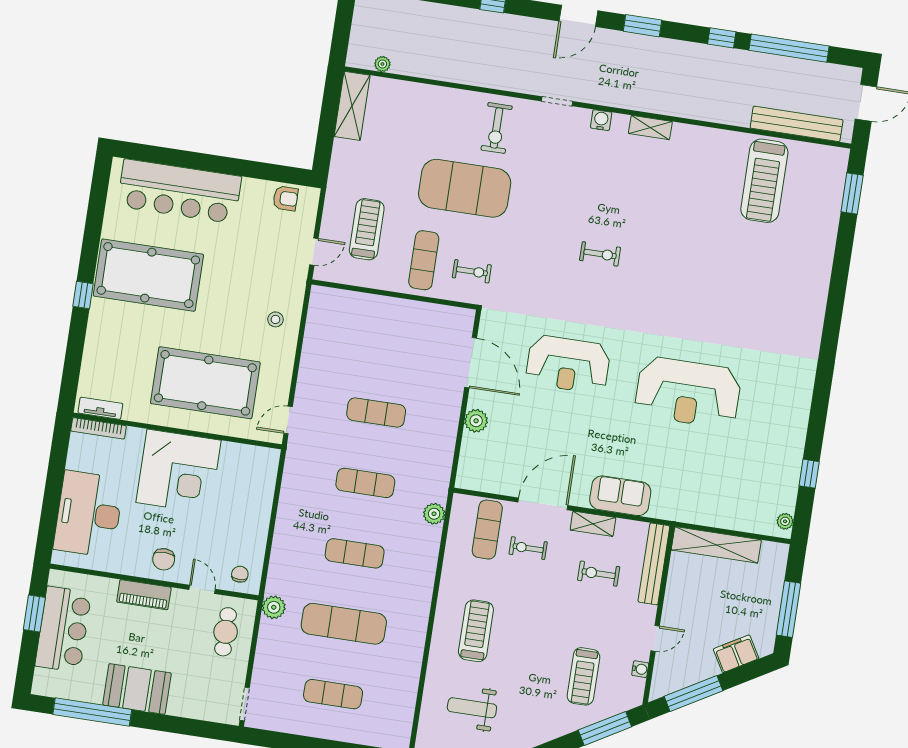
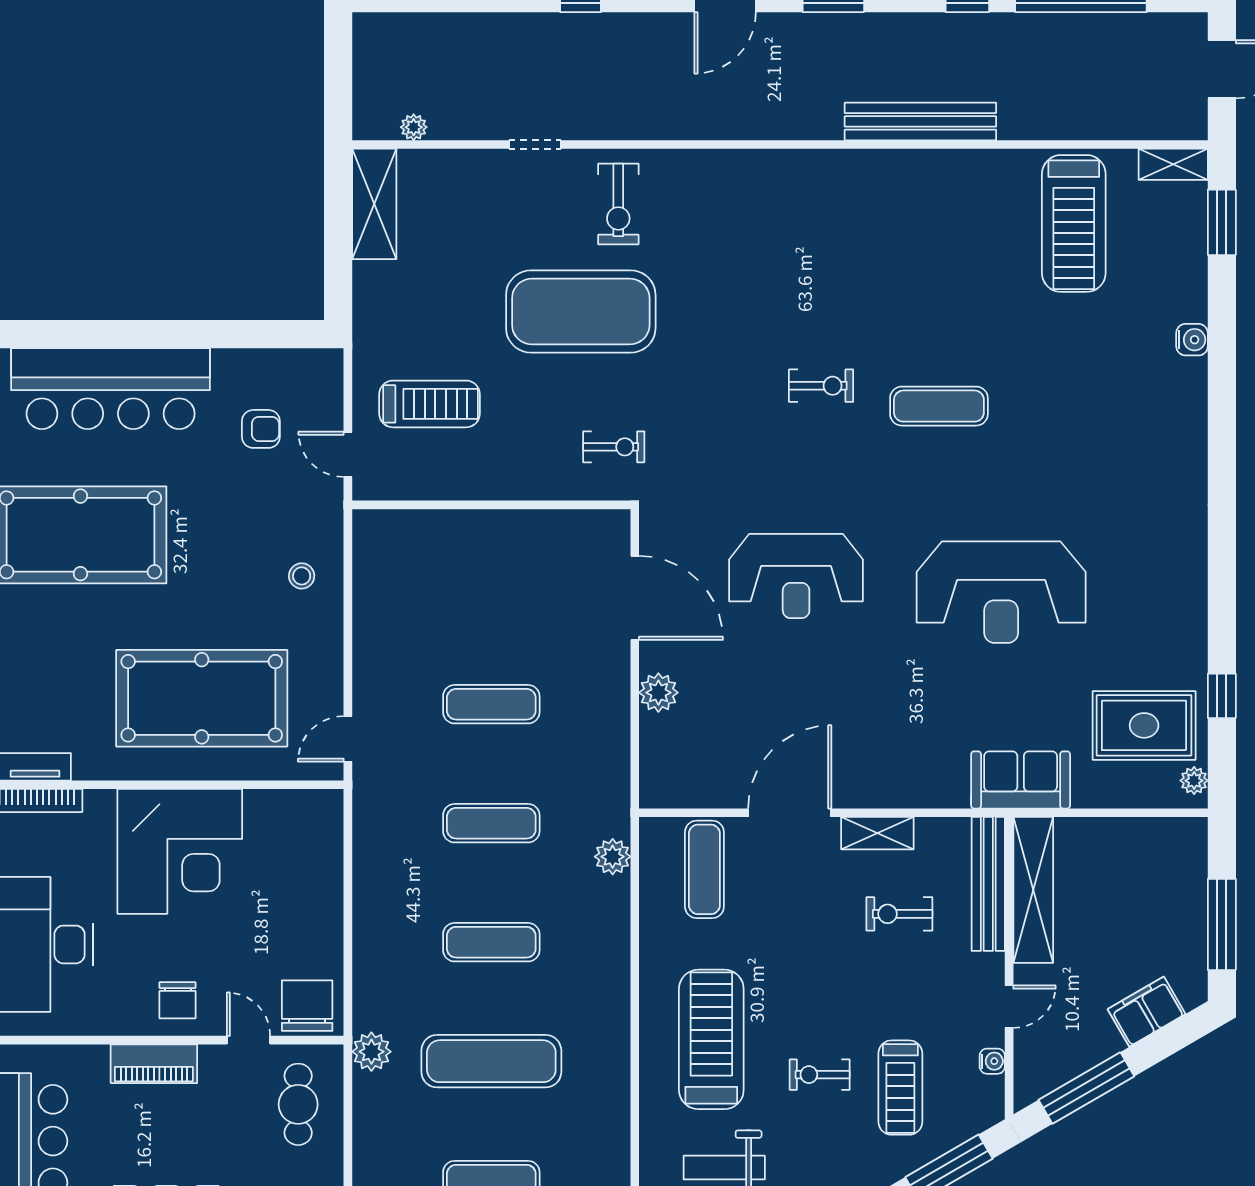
doorway: (557, 101) -> (535, 144), moved
water cooler: (601, 120) -> (1192, 340), moved, turned 90
bench: (797, 124) -> (920, 121), moved
shelving: (650, 127) -> (1173, 164), moved
armchair: (285, 198) -> (261, 429), moved
treadmill: (367, 229) -> (430, 404), turned 90
door: (314, 252) -> (348, 454), swing flipped
exercise mat: (424, 260) -> (939, 406), moved, turned 90
rug: (760, 484) -> (1144, 725), added
sofa: (620, 496) -> (1021, 780), moved
shelving: (716, 545) -> (1033, 890), moved, turned 90
exercise bike: (528, 548) -> (820, 1075), moved
chair: (240, 574) -> (307, 1006), width x1.87, depth x1.87
treadmill: (476, 631) -> (711, 1039), width x1.37, depth x1.38

